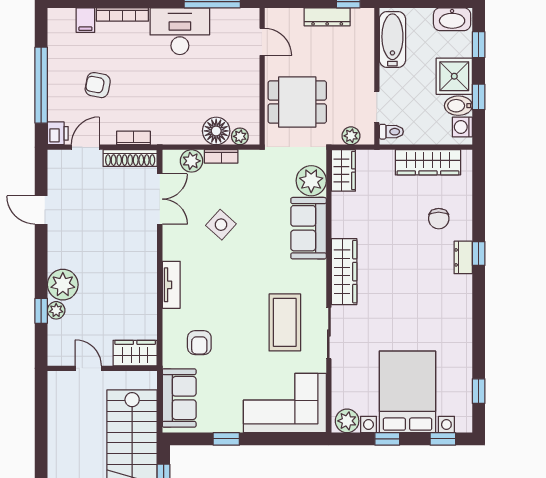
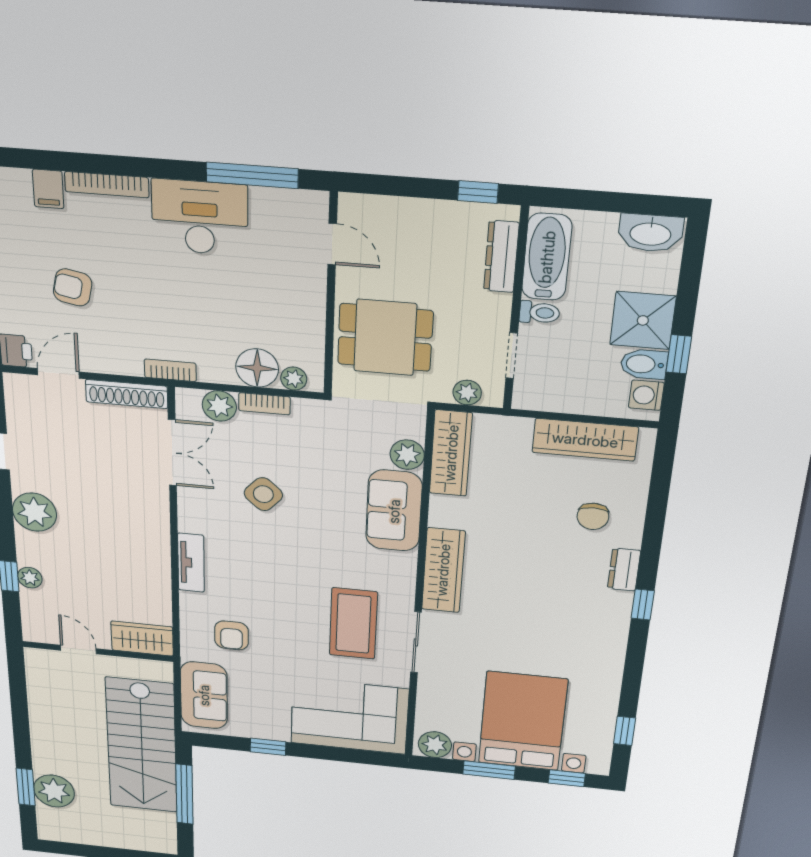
dresser: (327, 17) -> (501, 257), moved, turned 90
window: (479, 45) -> (690, 276), removed
toilet: (391, 132) -> (539, 313), moved
bookcase: (133, 138) -> (170, 370), moved
wardrobe: (343, 170) -> (451, 453), width x1.50
plant: (311, 181) -> (407, 455), width x0.73, depth x0.73
window: (479, 253) -> (643, 605), moved
plant: (63, 285) -> (35, 512), moved
window: (387, 439) -> (489, 770), width x1.50

